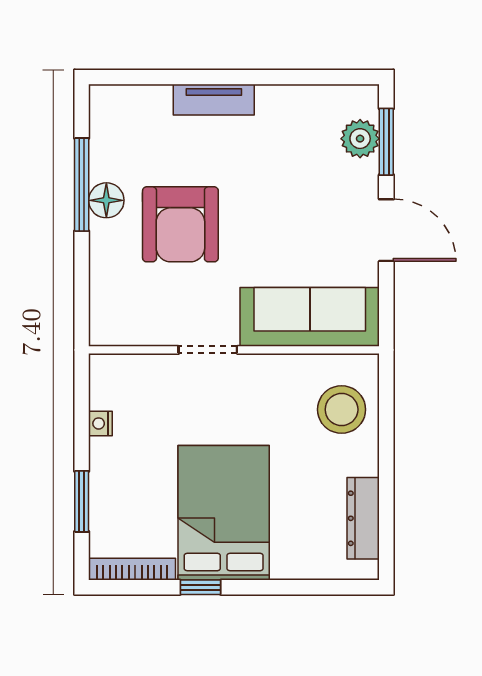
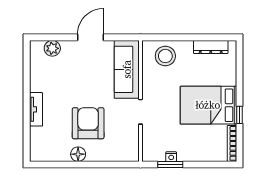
window: (386, 142) -> (54, 37), removed
window: (82, 185) -> (71, 164), removed
armchair: (180, 224) -> (88, 123), turned -90
window: (82, 501) -> (170, 164), moved

